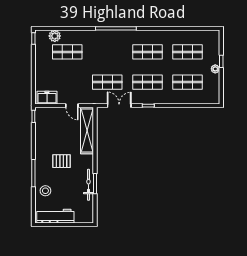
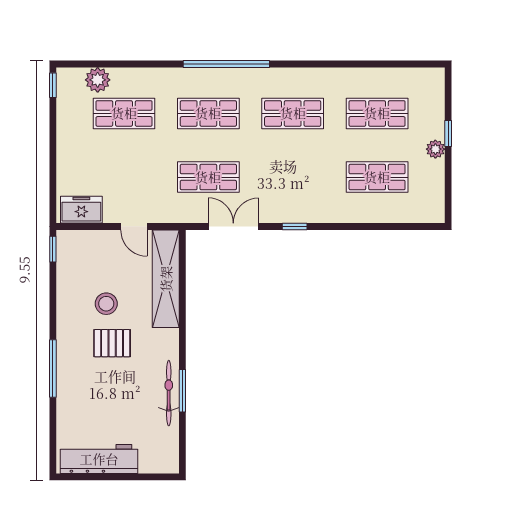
shop shelf: (147, 82) -> (208, 113), moved
stool: (45, 191) -> (106, 304), moved

